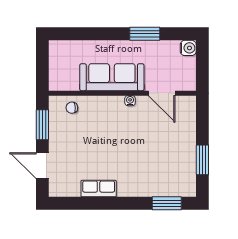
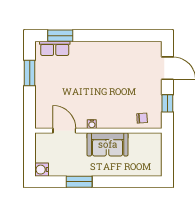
sofa: (112, 77) -> (108, 144), width x0.73
window: (42, 125) -> (167, 103), width x0.67
row of seats: (99, 189) -> (55, 48), moved

